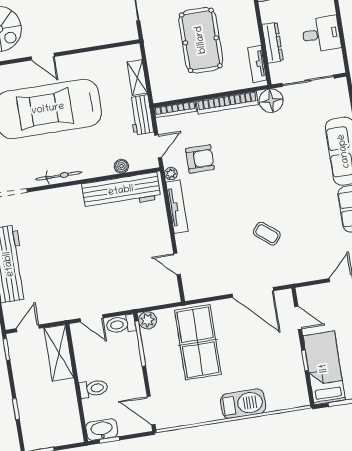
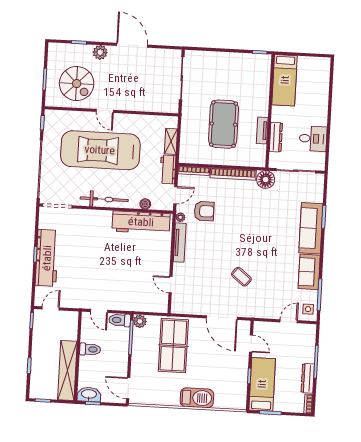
tv unit: (257, 64) -> (262, 130), moved
bicycle: (59, 176) -> (104, 199), width x1.37, depth x1.40
shelving: (59, 353) -> (67, 370), moved, width x1.47
toilet: (93, 389) -> (90, 349), moved

